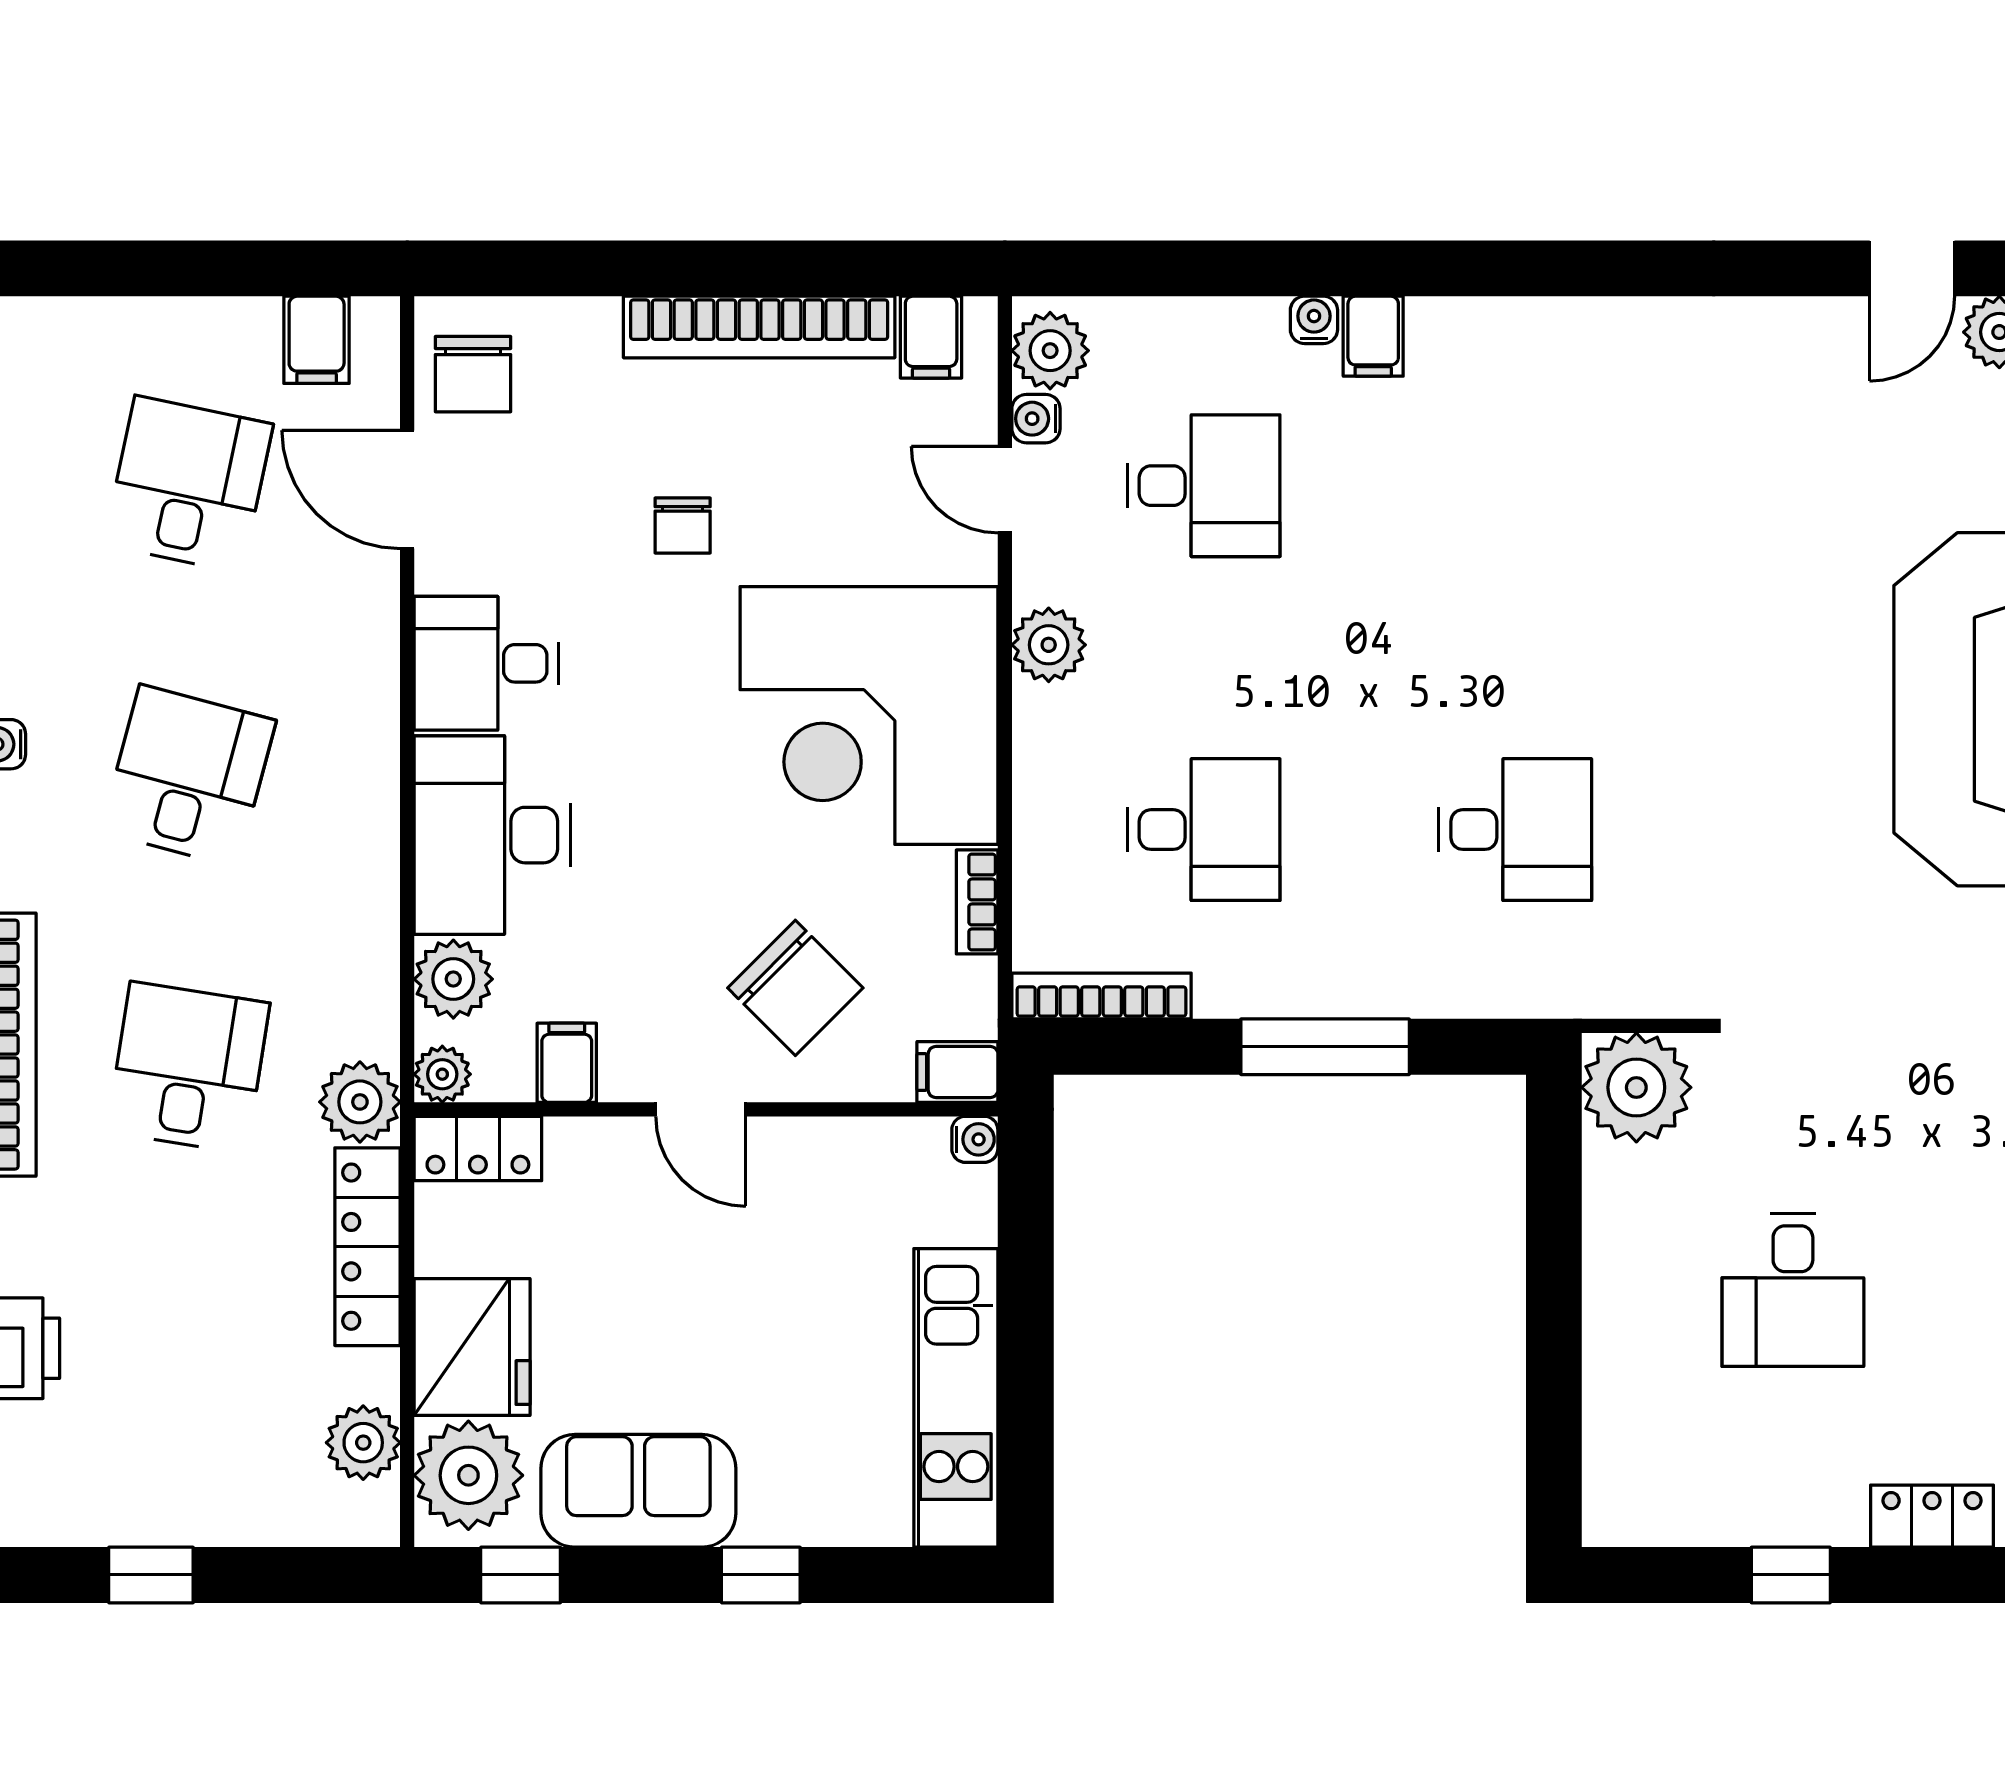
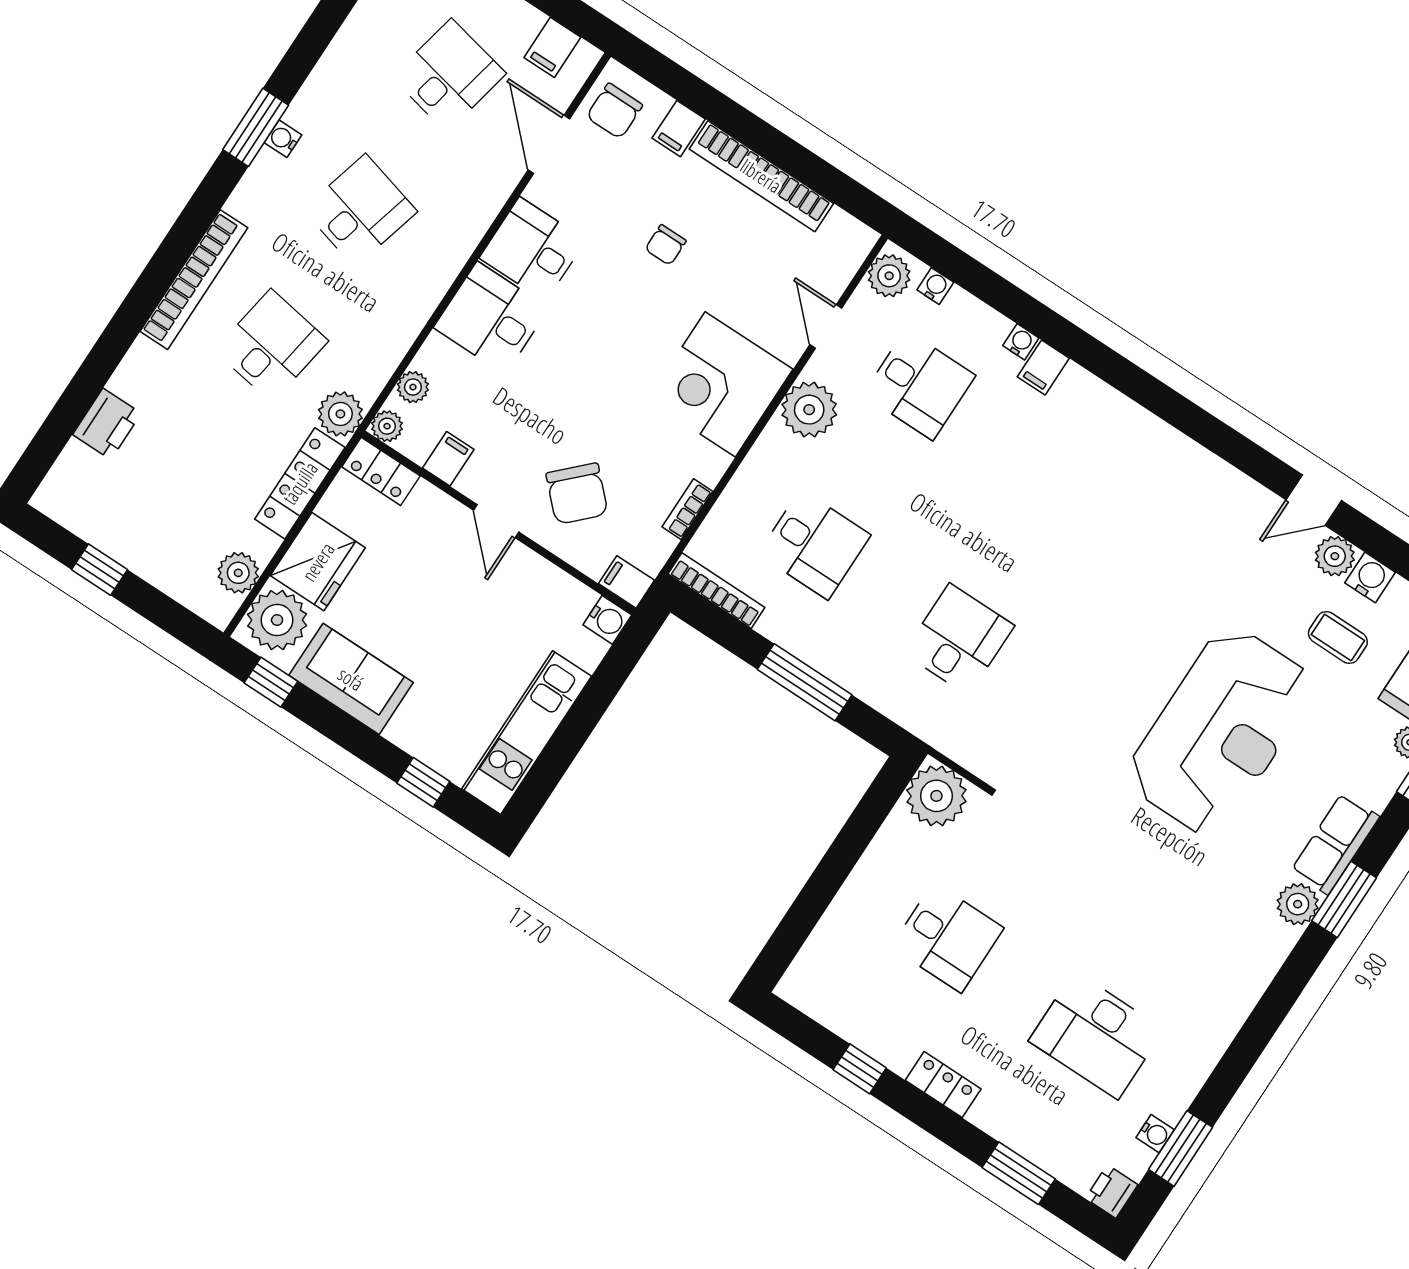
filing cabinet: (931, 337) -> (679, 129), moved
water cooler: (1036, 419) -> (935, 286), moved, turned 90
plant: (1049, 645) -> (809, 410), width x1.36, depth x1.36
corner desk: (869, 715) -> (720, 384), width x0.74, depth x0.74
desk: (1515, 830) -> (959, 639), turned -90
desk: (492, 835) -> (491, 318), width x0.73
plant: (453, 979) -> (413, 387), width x0.73, depth x0.73
water cooler: (975, 1139) -> (607, 620), width x1.38, depth x1.38
desk: (1793, 1290) -> (947, 937), turned -90
window: (761, 1575) -> (423, 782), moved

